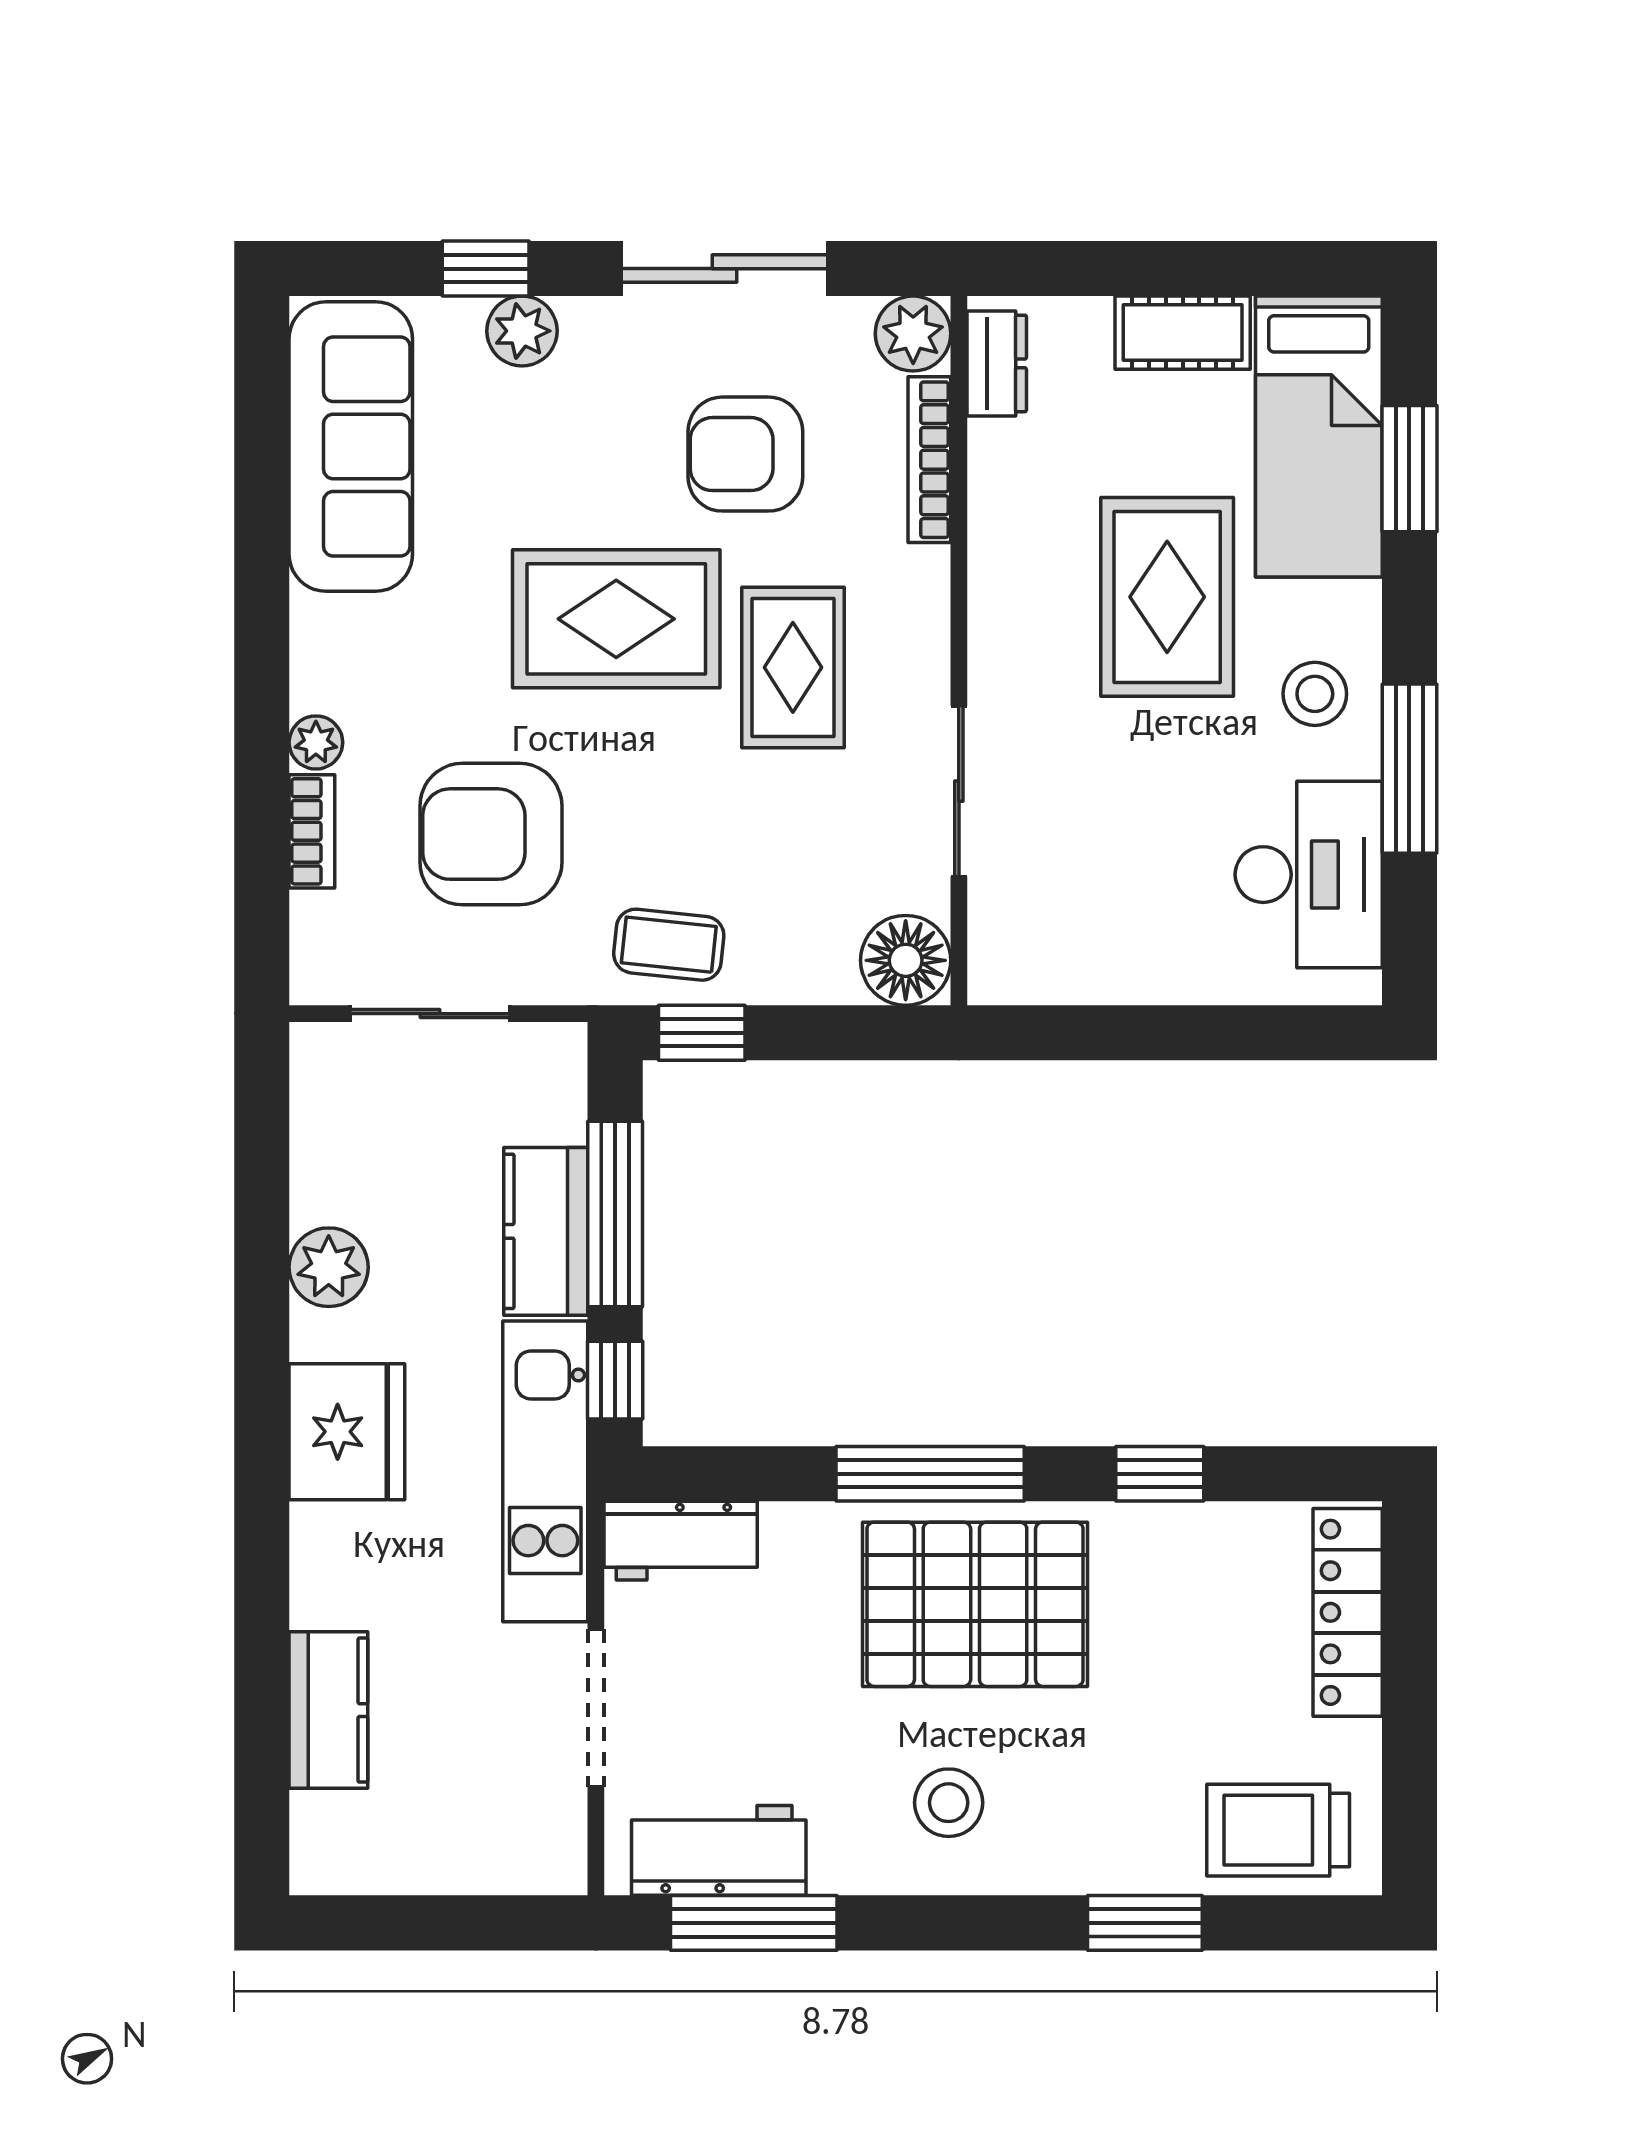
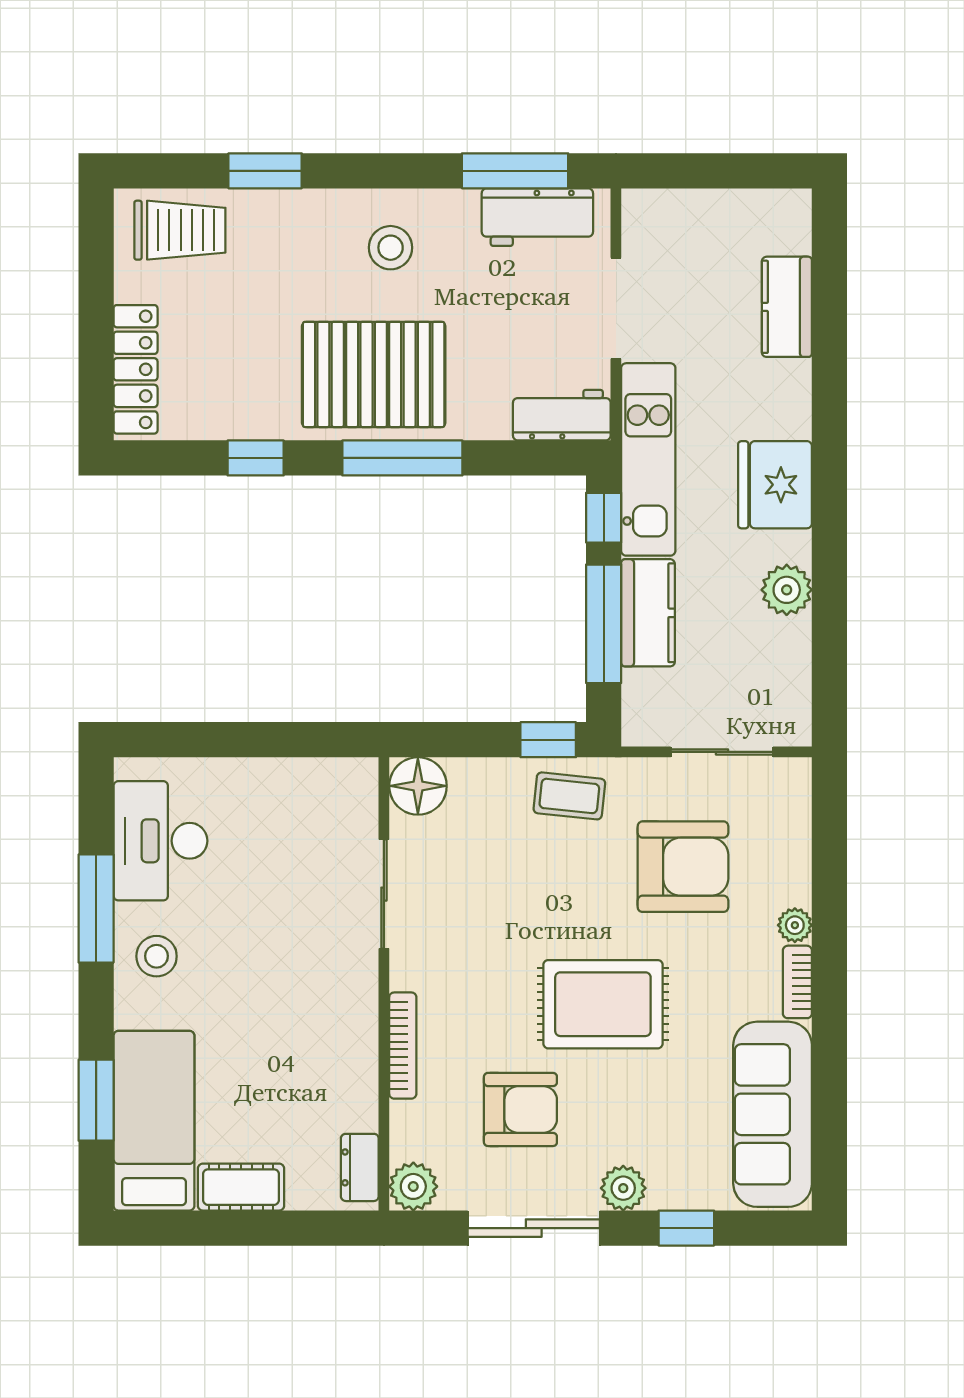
plant: (522, 331) -> (623, 1188), moved
bookcase: (929, 460) -> (403, 1046), moved
rug: (1167, 597) -> (251, 1018), removed
rug: (793, 667) -> (490, 973), removed
bookcase: (312, 831) -> (797, 982), moved

